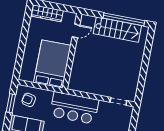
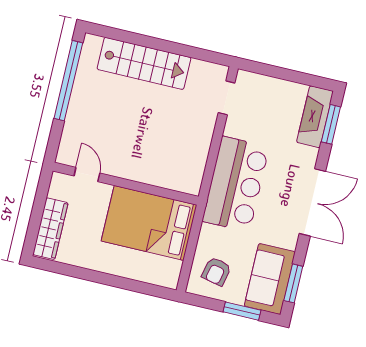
stairs: (117, 30) -> (144, 63), moved, turned 90
window: (11, 103) -> (242, 311), moved

